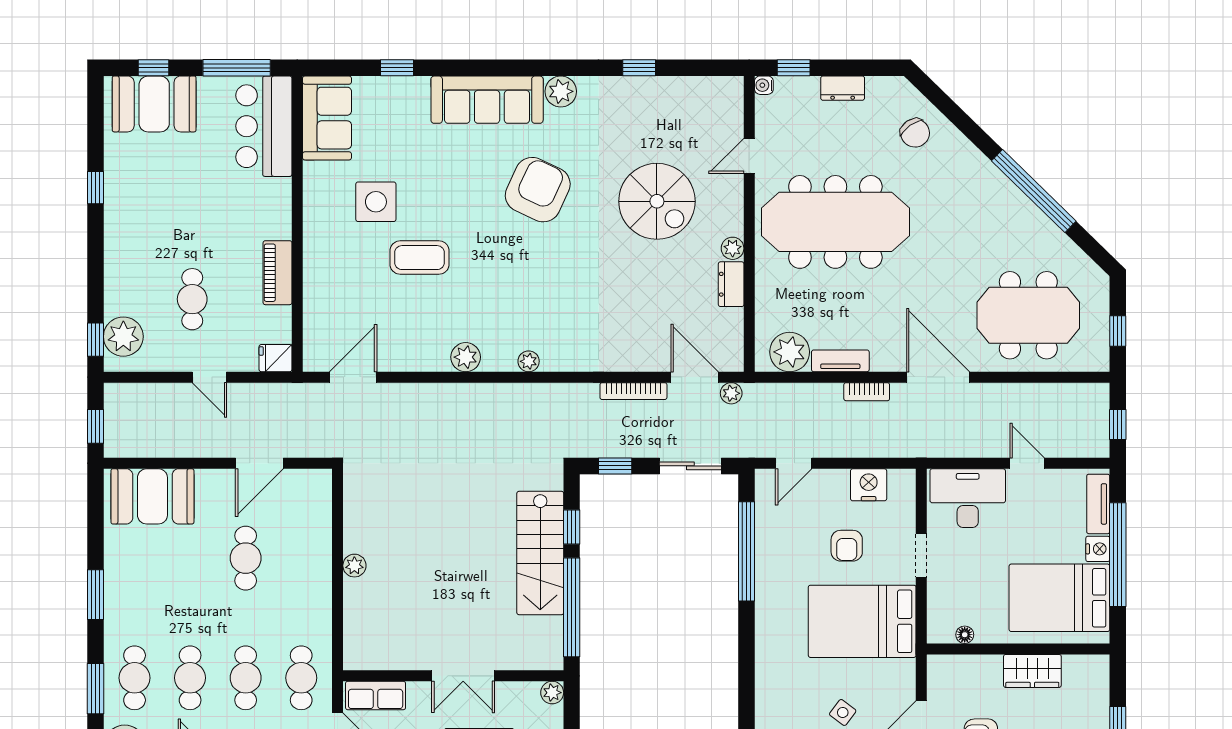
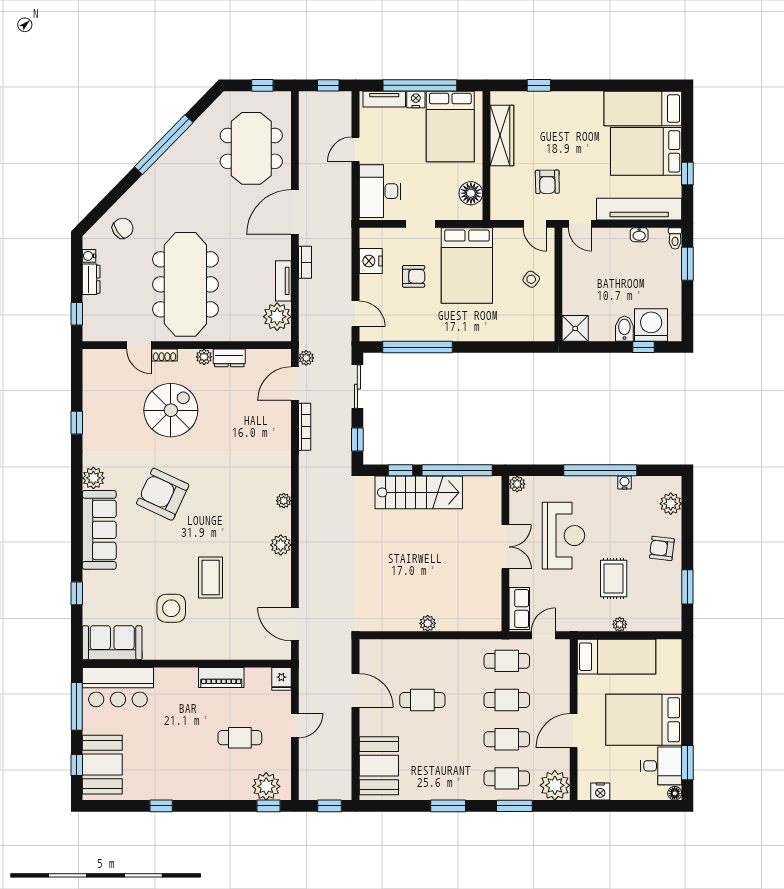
water cooler: (764, 85) -> (89, 256), moved, turned 90
shoe rack: (735, 192) -> (164, 355), added
floor lamp: (965, 635) -> (471, 193), width x1.89, depth x1.89
wardrobe: (1032, 671) -> (502, 135), width x1.50

